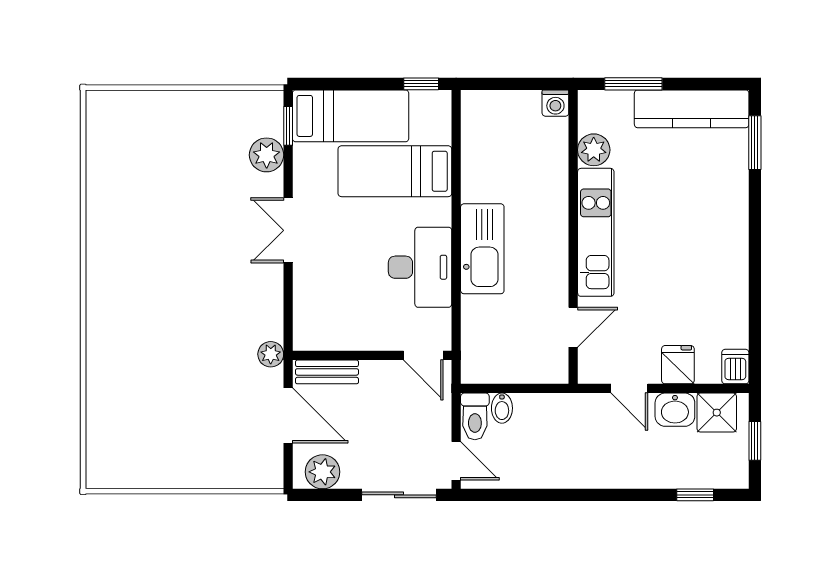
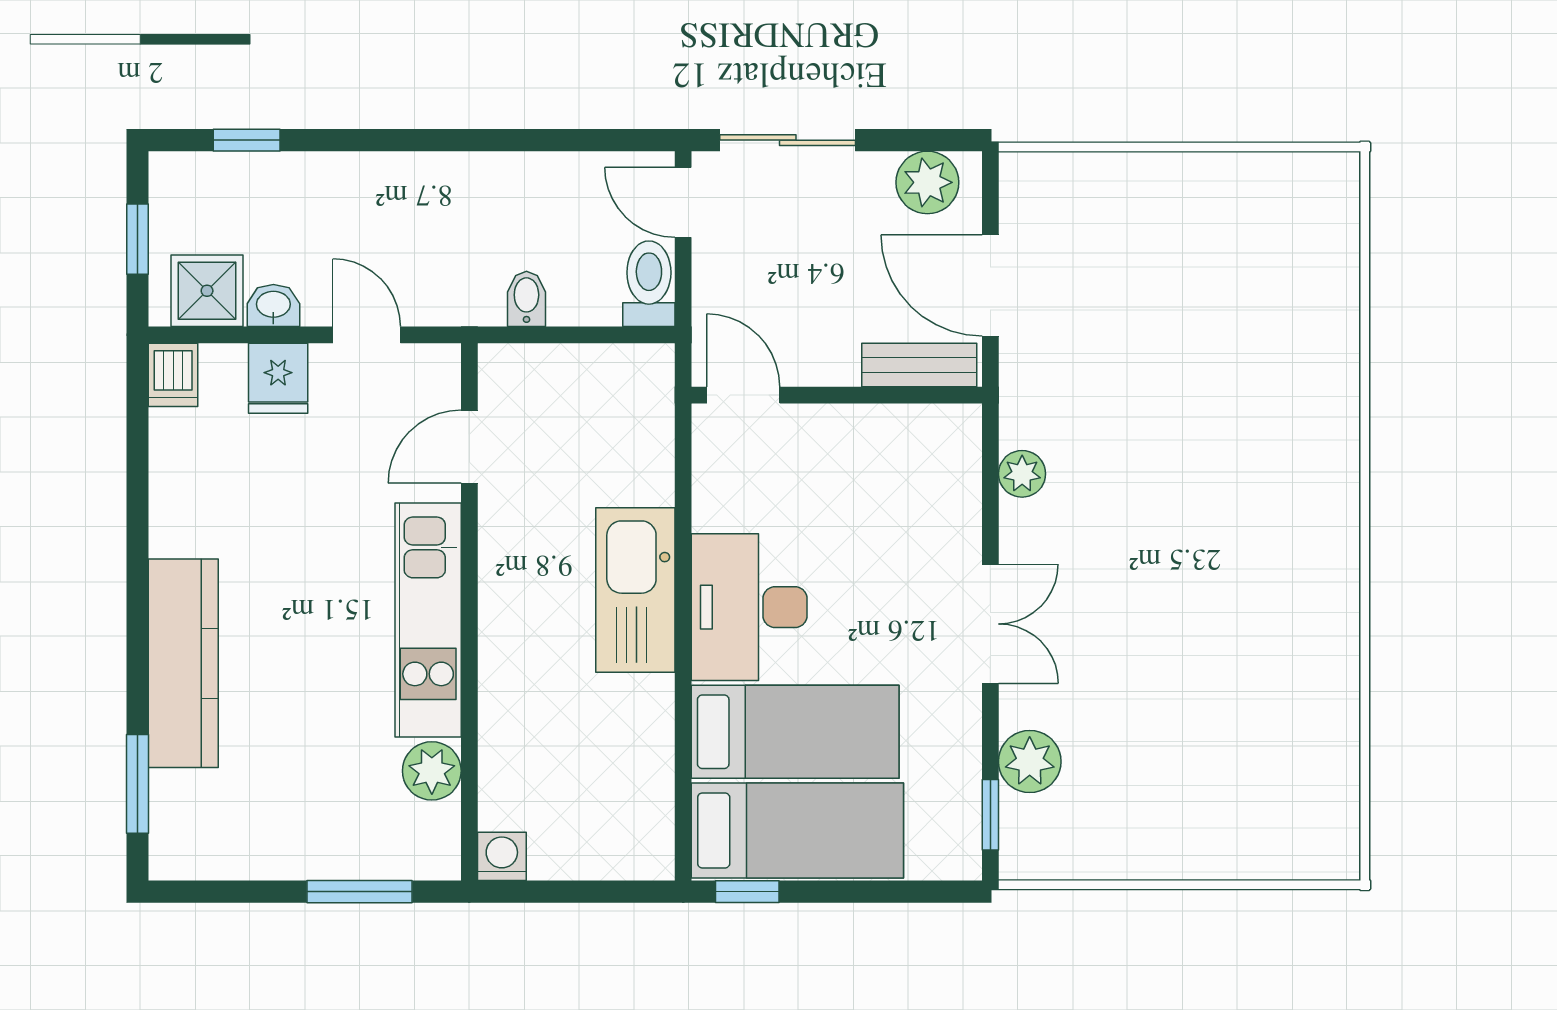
kitchen counter: (692, 109) -> (183, 663), moved, turned 90
bed: (351, 116) -> (797, 830), moved, turned 180
desk: (420, 267) -> (749, 607), moved
plant: (271, 354) -> (1022, 474), moved
bidet: (502, 408) -> (526, 299), moved
washbasin: (675, 410) -> (273, 305), width x0.72, depth x0.69

